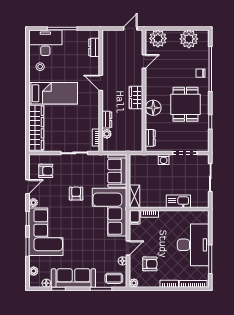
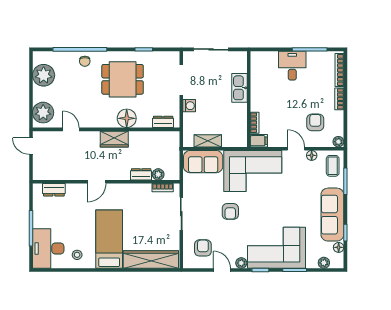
armchair: (76, 194) -> (230, 211), turned -90
shelving: (135, 196) -> (208, 141), moved
desk: (193, 245) -> (292, 66), width x0.53, depth x0.77

